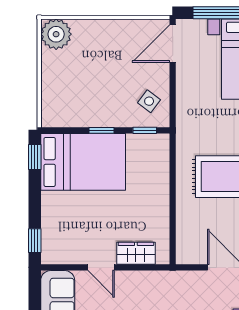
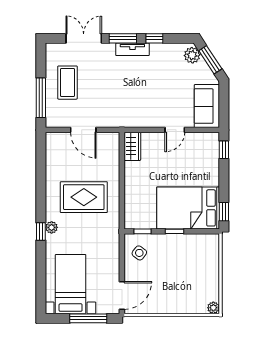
plant: (56, 34) -> (213, 308), width x0.53, depth x0.53
wardrobe: (136, 253) -> (132, 146), moved, turned -90
door: (101, 267) -> (175, 130), swing flipped

